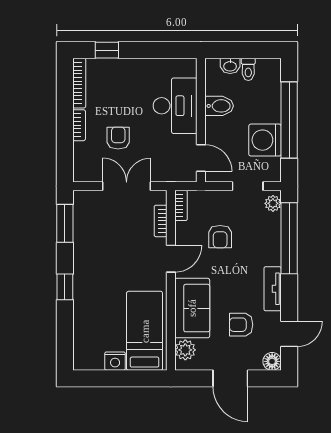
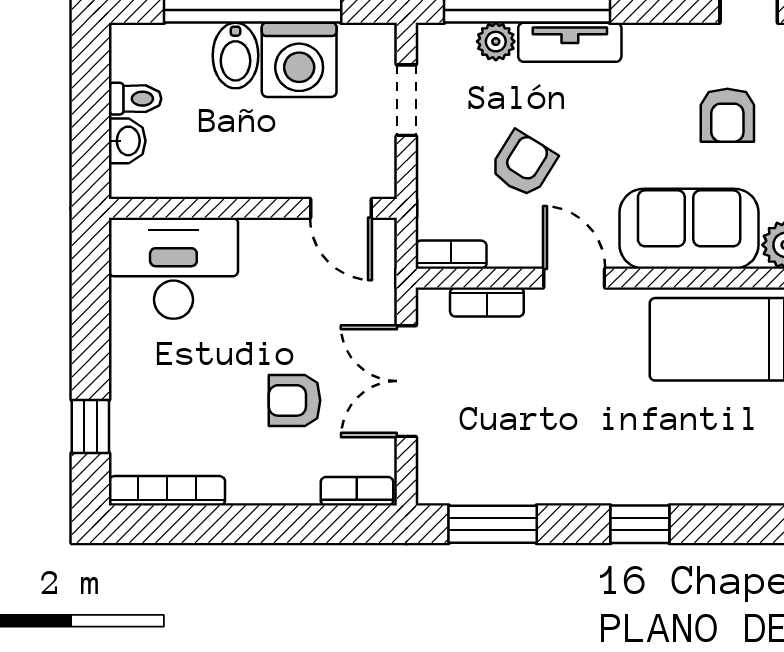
desk: (175, 106) -> (173, 268), moved
bidet: (219, 106) -> (235, 56), moved, turned 180
bookcase: (79, 125) -> (357, 491), moved
door: (201, 158) -> (341, 208), swing flipped
plant: (273, 203) -> (496, 42), moved
armchair: (220, 237) -> (523, 164), turned -58
tv unit: (273, 289) -> (570, 42), moved

